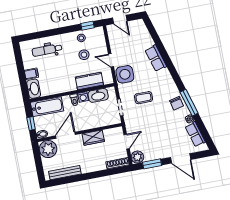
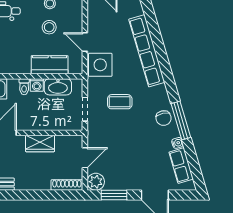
row of seats: (156, 58) -> (147, 51), width x2.02

